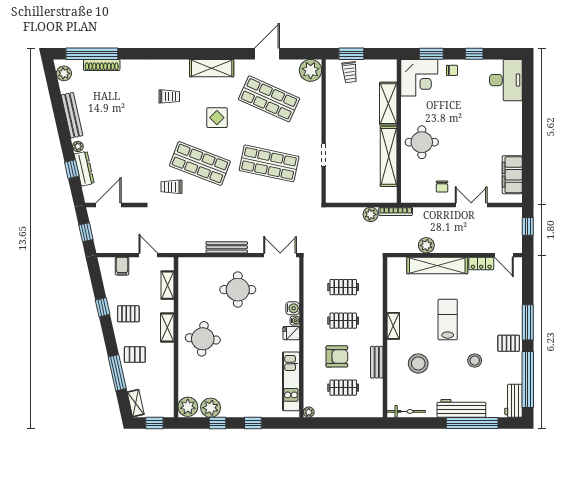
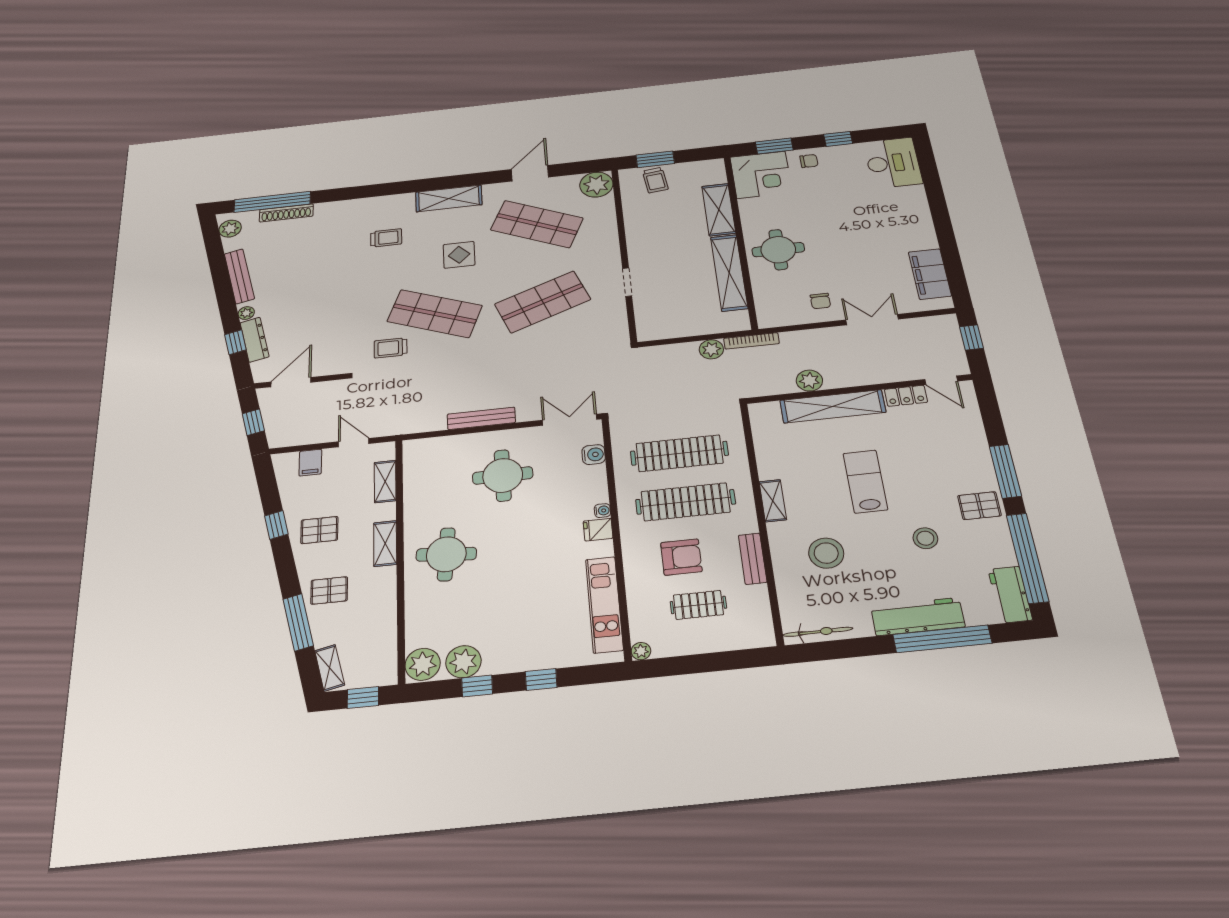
shop shelf: (269, 163) -> (543, 302), turned -33
clothes rail: (343, 287) -> (679, 453), width x1.86, depth x1.31
water cooler: (293, 308) -> (594, 455), moved
clothes rail: (343, 321) -> (685, 502), width x1.86, depth x1.31

